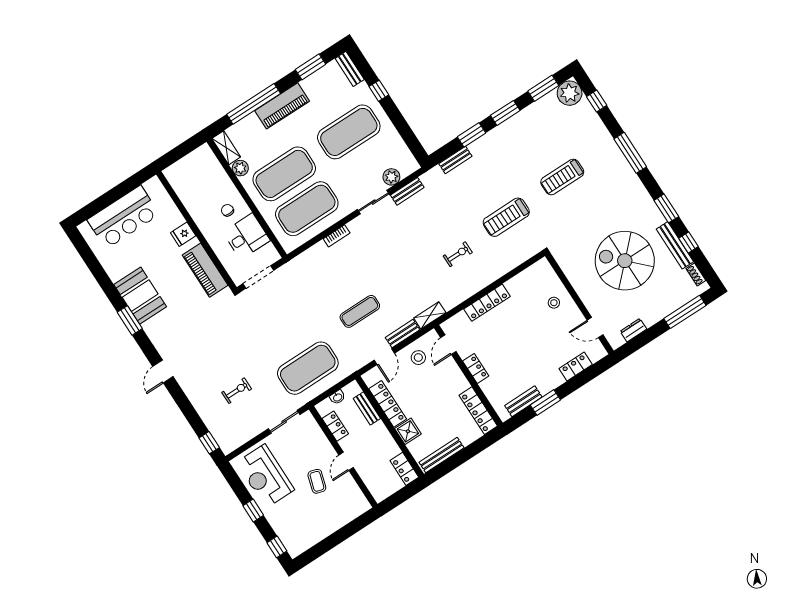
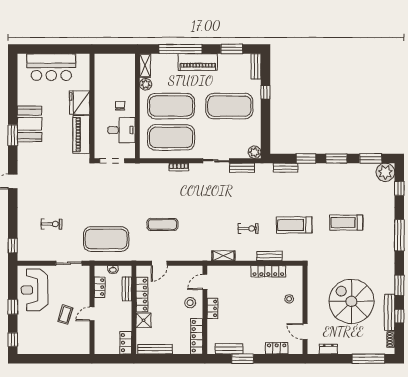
plant: (391, 177) -> (254, 152), moved
fridge: (183, 234) -> (80, 103), width x1.88, depth x1.34
locker: (487, 303) -> (268, 271), moved
shelving: (430, 315) -> (223, 256), moved
bench: (402, 334) -> (269, 256), moved
stool: (418, 358) -> (190, 303), moved

